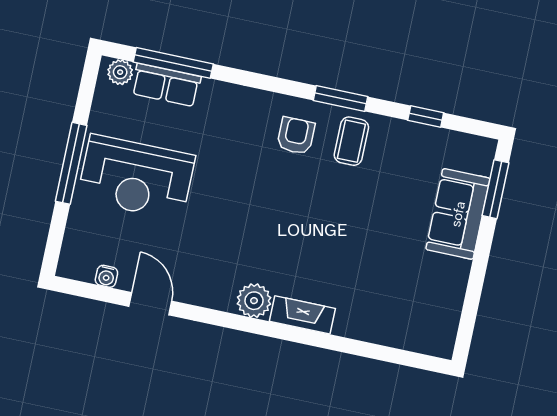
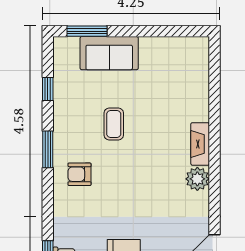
coffee table: (351, 141) -> (114, 124), moved, turned 90

